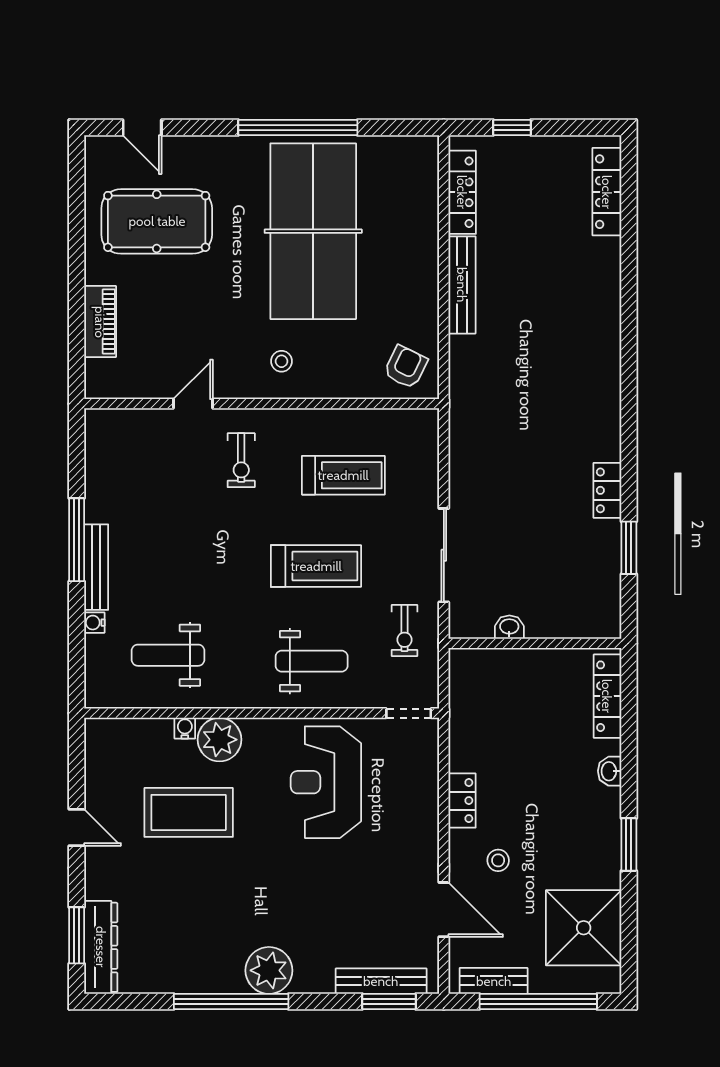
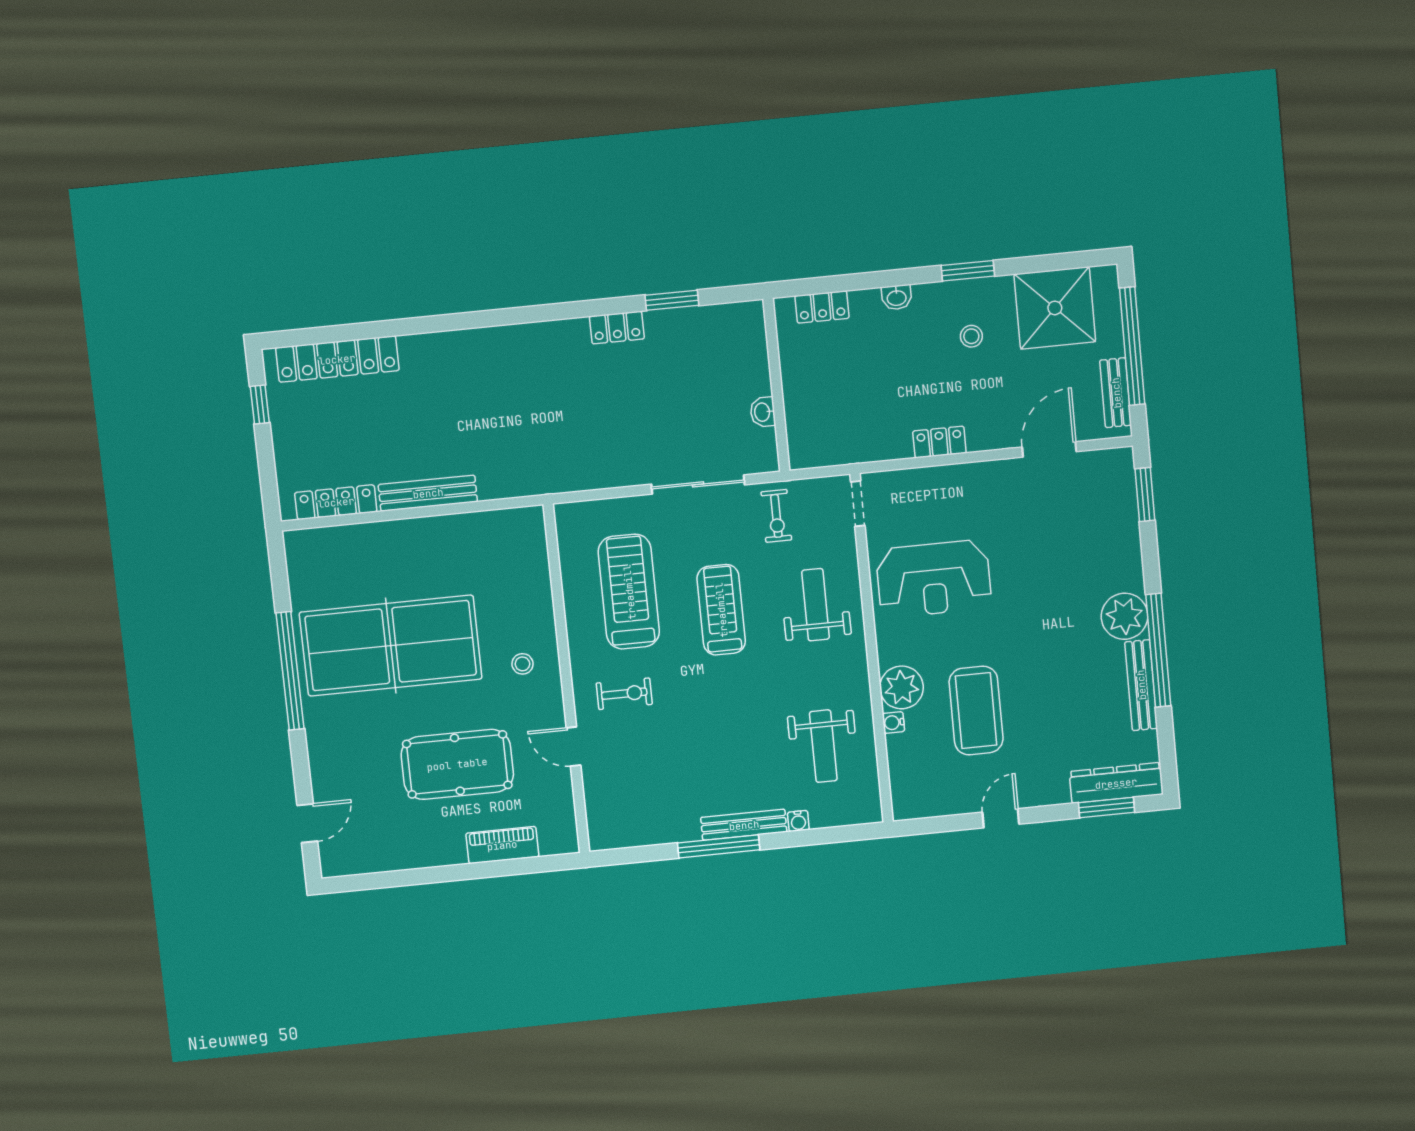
window: (512, 128) -> (260, 405), moved
locker: (607, 192) -> (337, 359), width x1.41, depth x1.21
pool table: (157, 221) -> (457, 764), moved, turned 90
armchair: (406, 367) -> (515, 541), removed
treadmill: (343, 475) -> (629, 592), width x1.37, depth x1.38
exercise bike: (404, 631) -> (776, 516), turned 90
locker: (607, 696) -> (822, 307), width x0.66
stool: (498, 860) -> (971, 336), moved
bench: (381, 981) -> (1141, 685), moved

